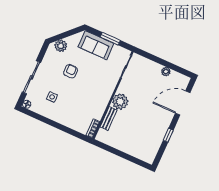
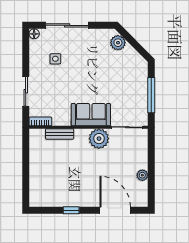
window: (110, 39) -> (151, 95), width x1.44
sofa: (96, 45) -> (91, 115), moved, turned 90
armchair: (71, 71) -> (94, 67), removed
plant: (120, 102) -> (99, 139), moved
sliding door: (66, 129) -> (26, 91), added

